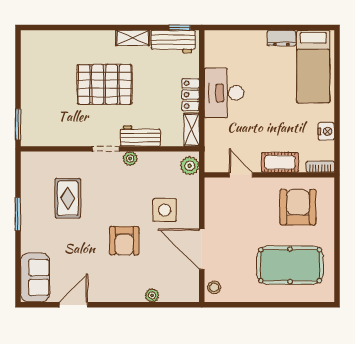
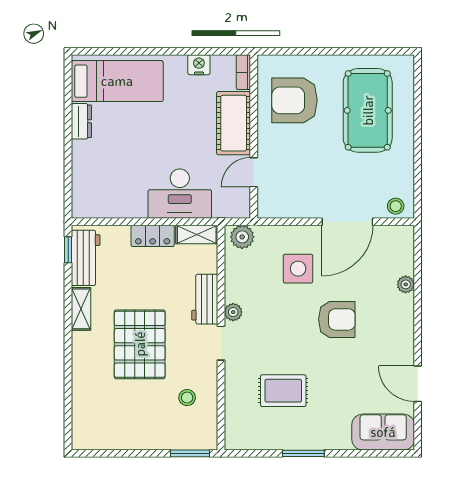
desk: (224, 93) -> (180, 194), moved
stool: (62, 122) -> (187, 398), added
cot: (280, 162) -> (234, 123), width x1.37, depth x1.34

